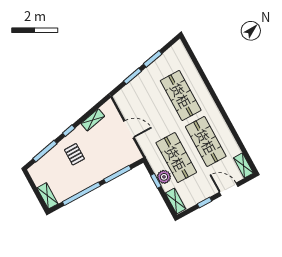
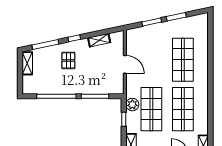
plant: (164, 177) -> (132, 105), moved
shelving: (47, 196) -> (27, 63), moved

